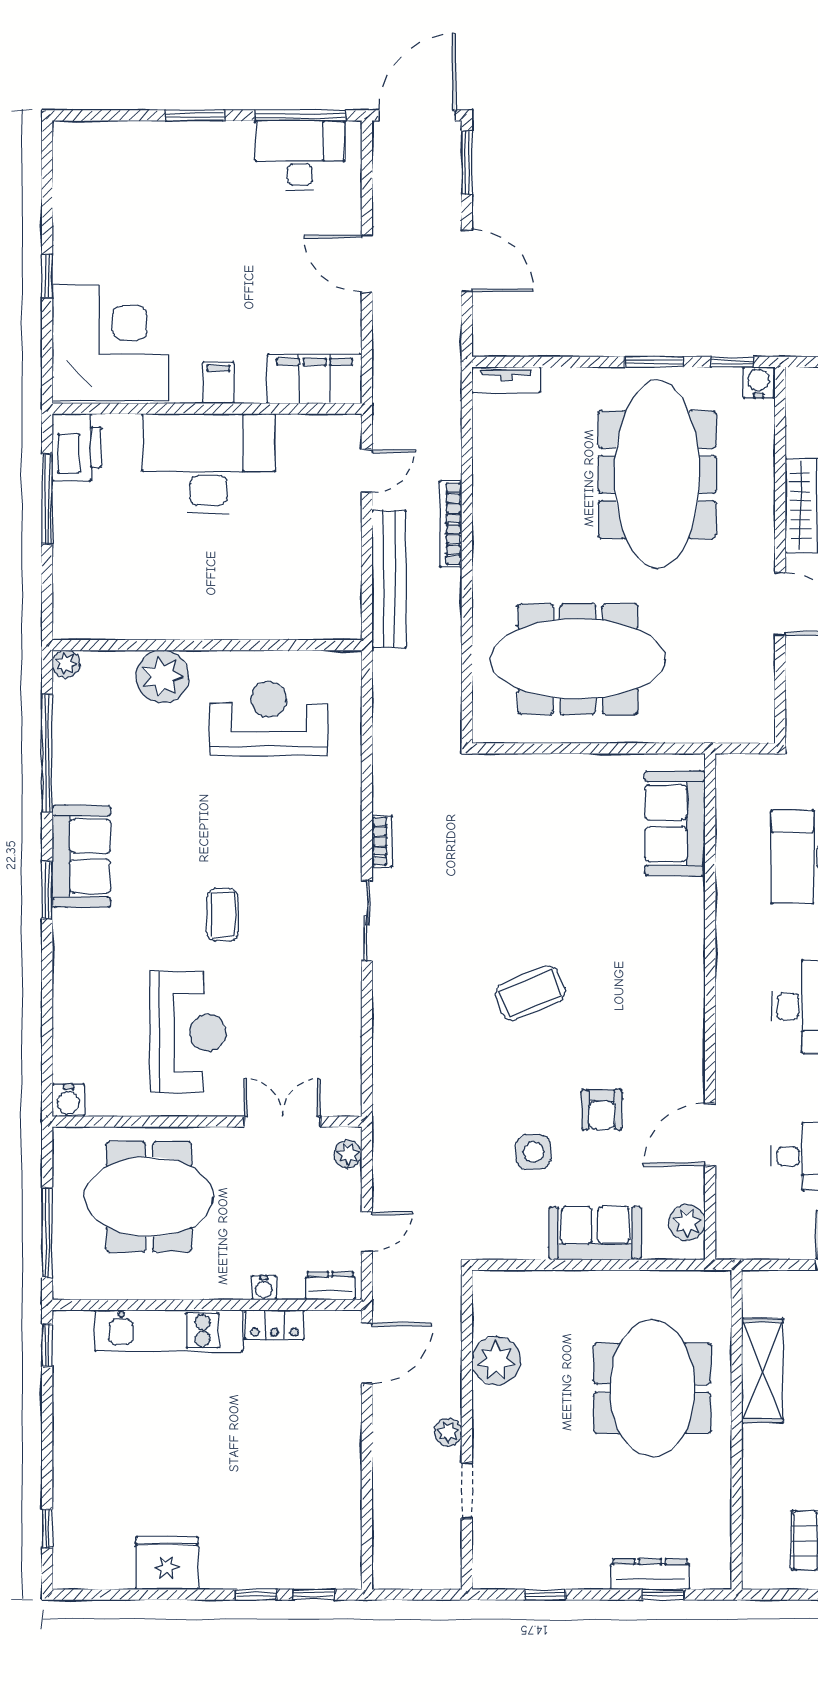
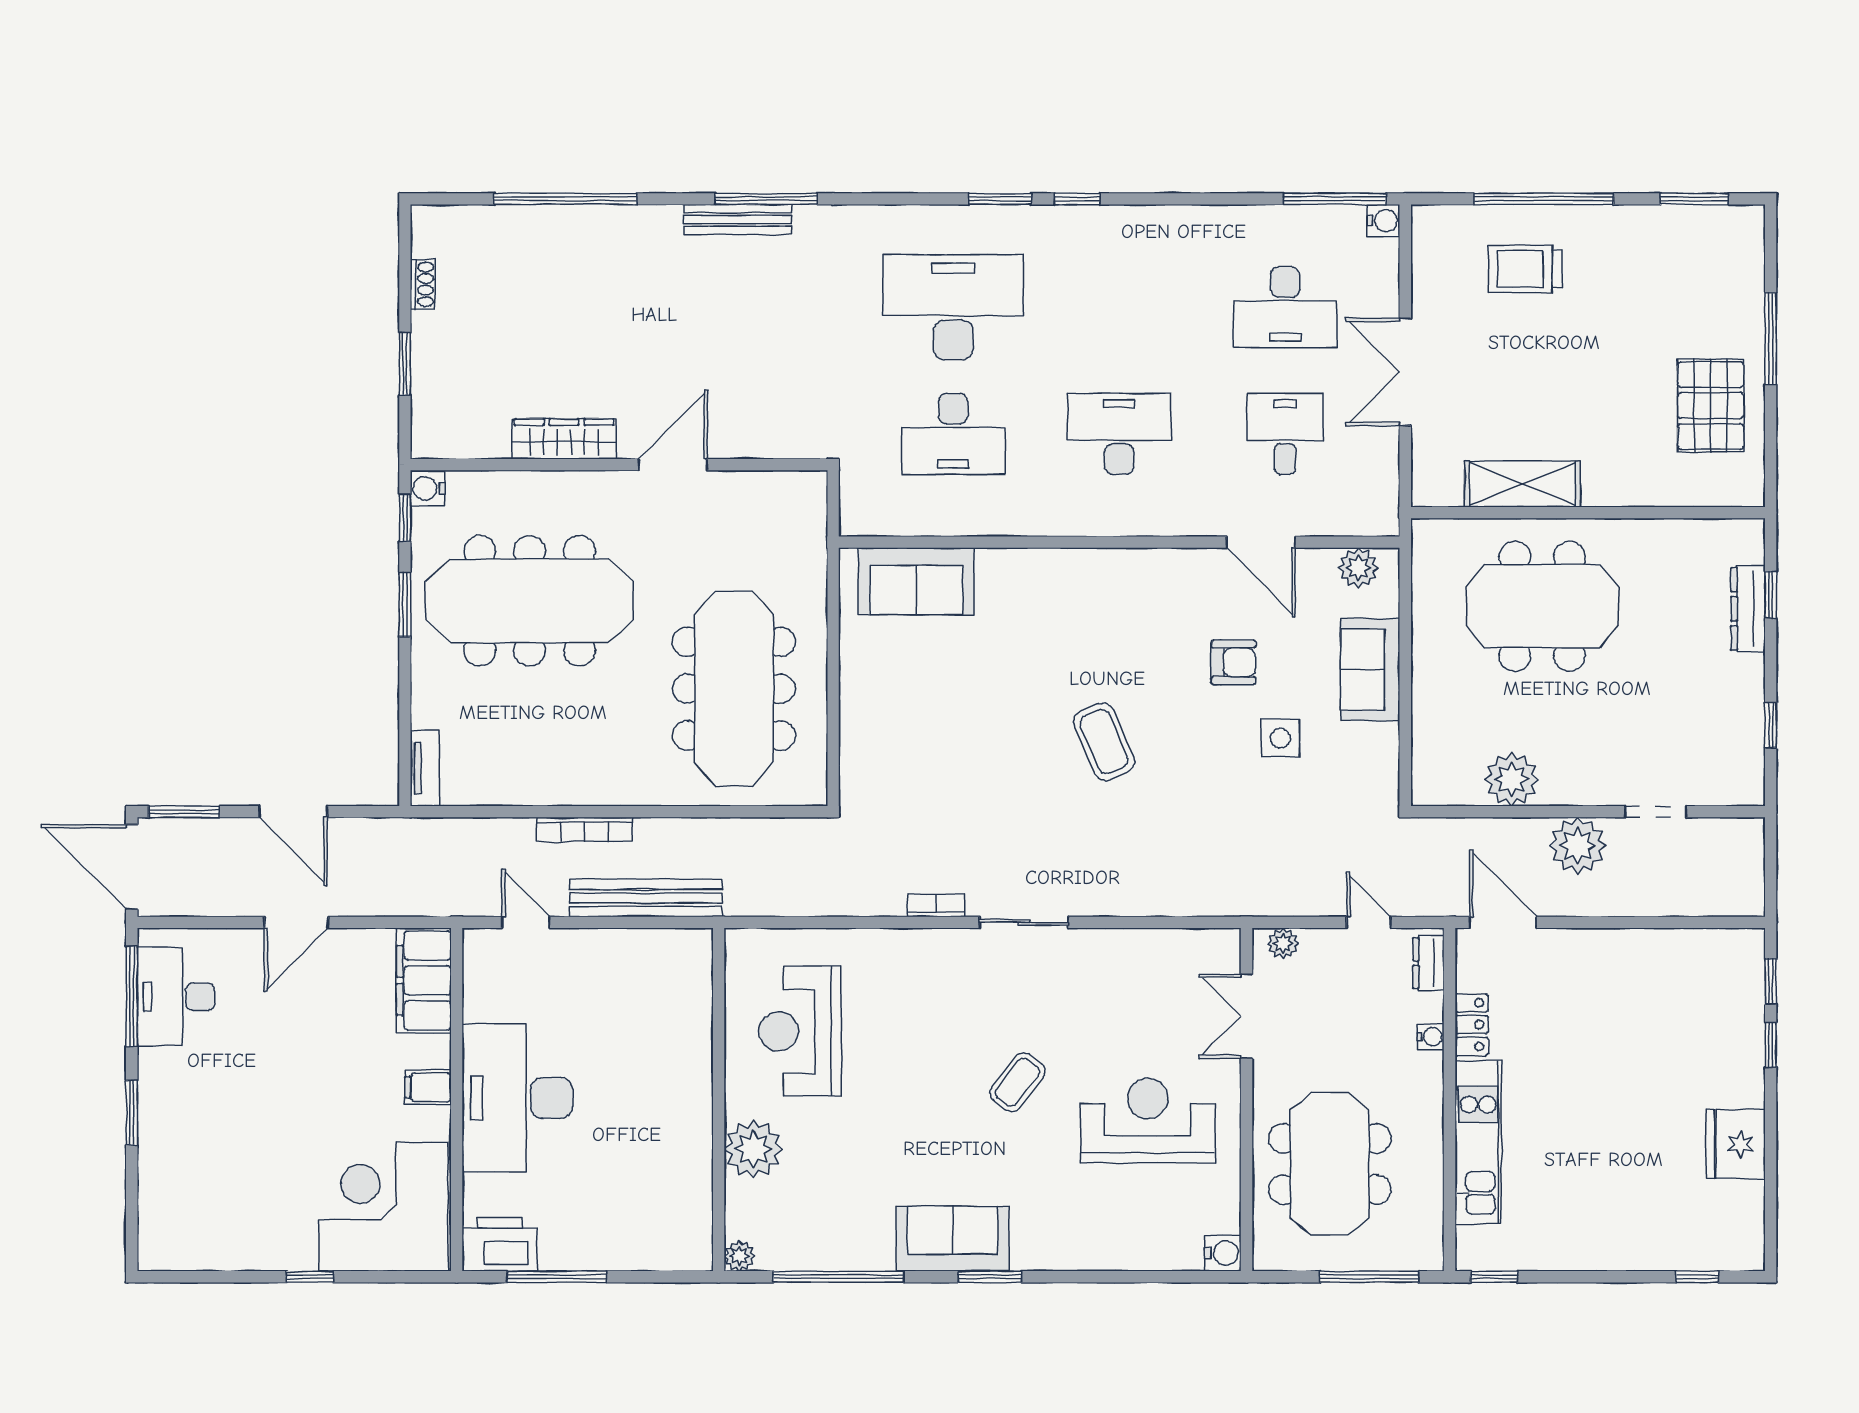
door: (467, 261) -> (293, 812), swing flipped
coffee table: (223, 915) -> (1017, 1082), turned -52
plant: (448, 1432) -> (1578, 846), width x1.87, depth x1.87

